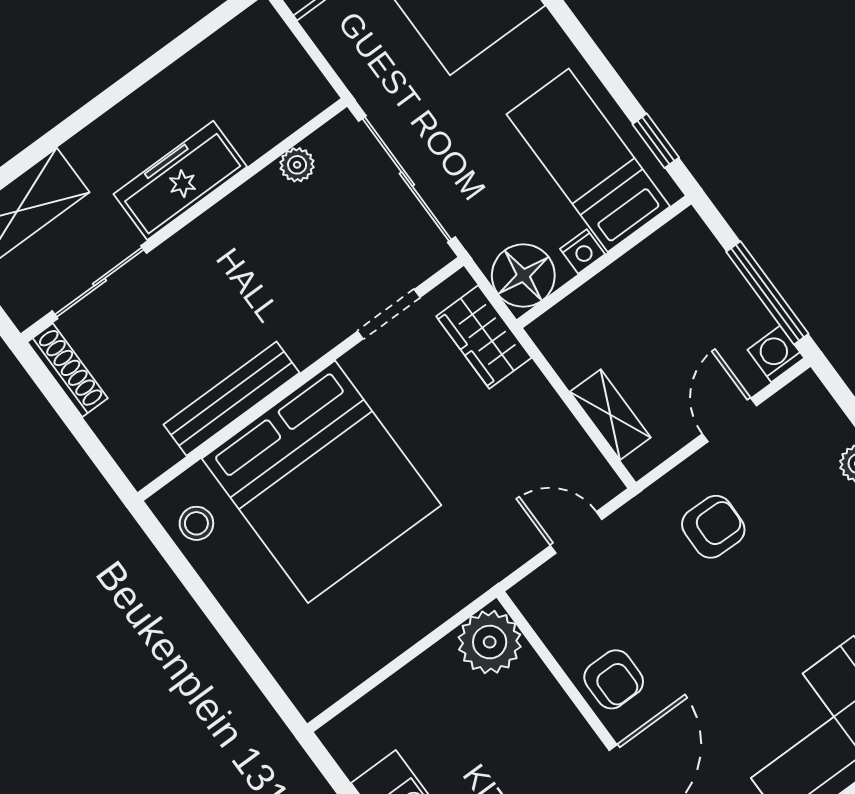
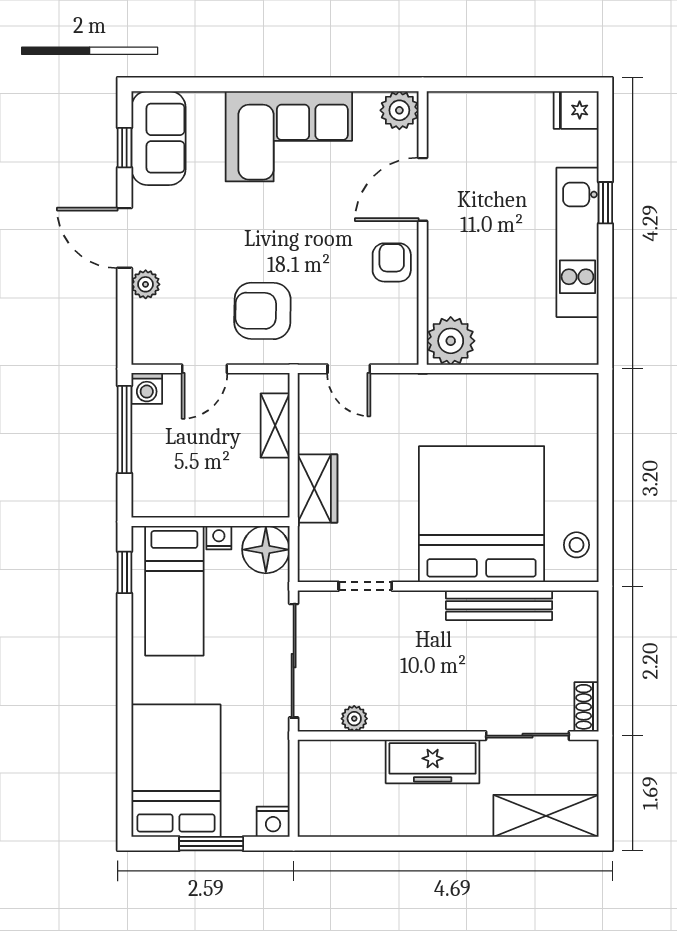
wardrobe: (484, 337) -> (317, 489), moved
shoe rack: (67, 370) -> (587, 707), width x0.70
armchair: (713, 527) -> (262, 311), width x1.38, depth x1.38

